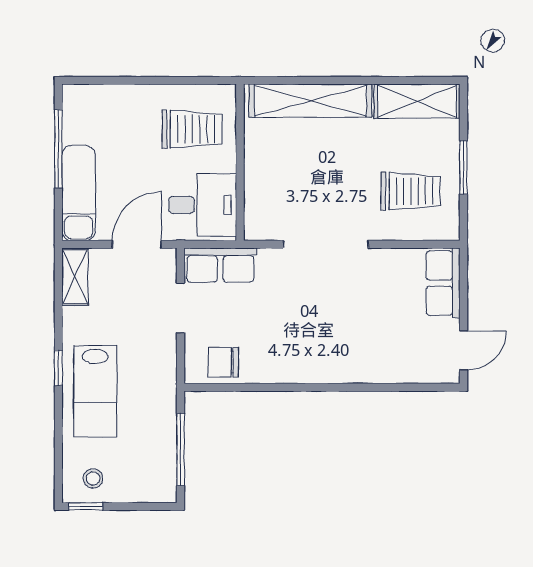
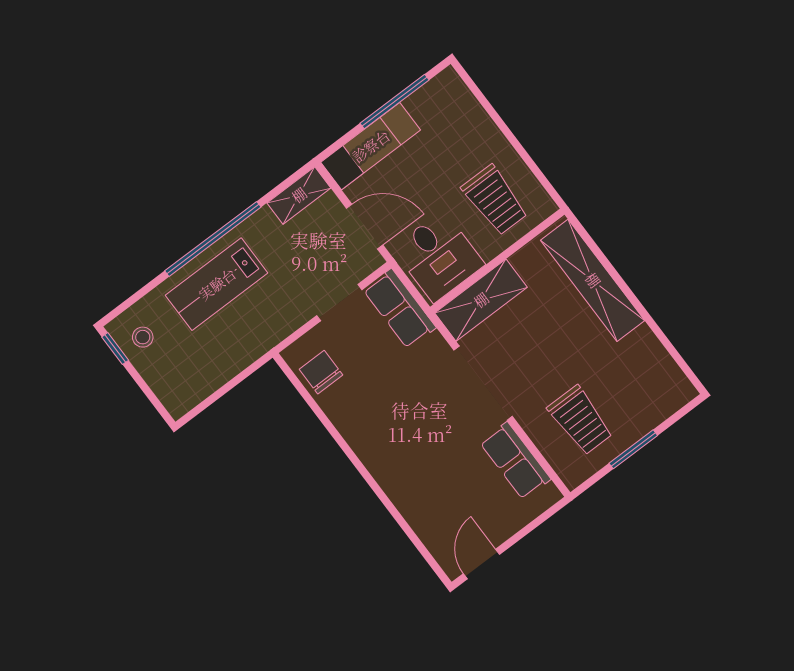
shelving: (417, 101) -> (481, 300), moved, turned 90
row of seats: (443, 283) -> (515, 461), moved, turned -90
door: (463, 350) -> (482, 564), swing flipped
window: (58, 368) -> (213, 239), width x3.17
window: (180, 450) -> (222, 391), removed

